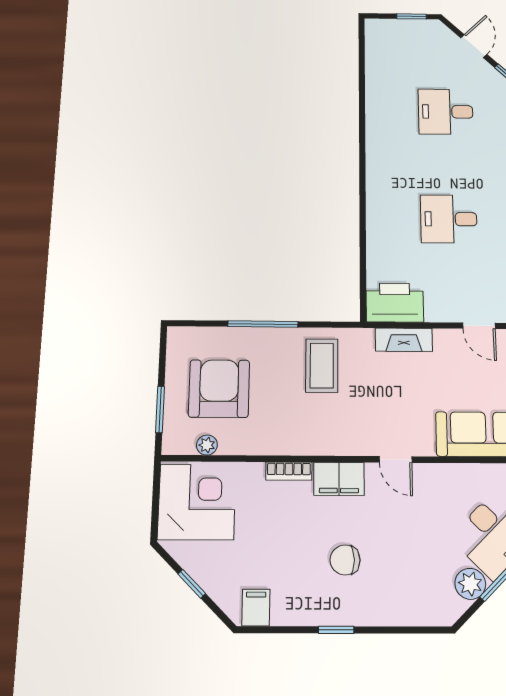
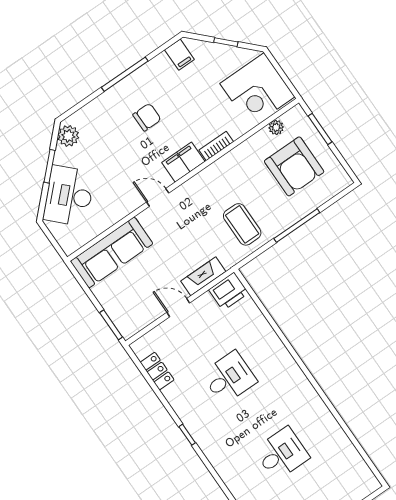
printer: (395, 303) -> (229, 291), width x0.73, depth x0.84
door: (479, 326) -> (178, 308), moved
plant: (470, 584) -> (68, 136), moved
window: (336, 630) -> (125, 74), width x2.17

